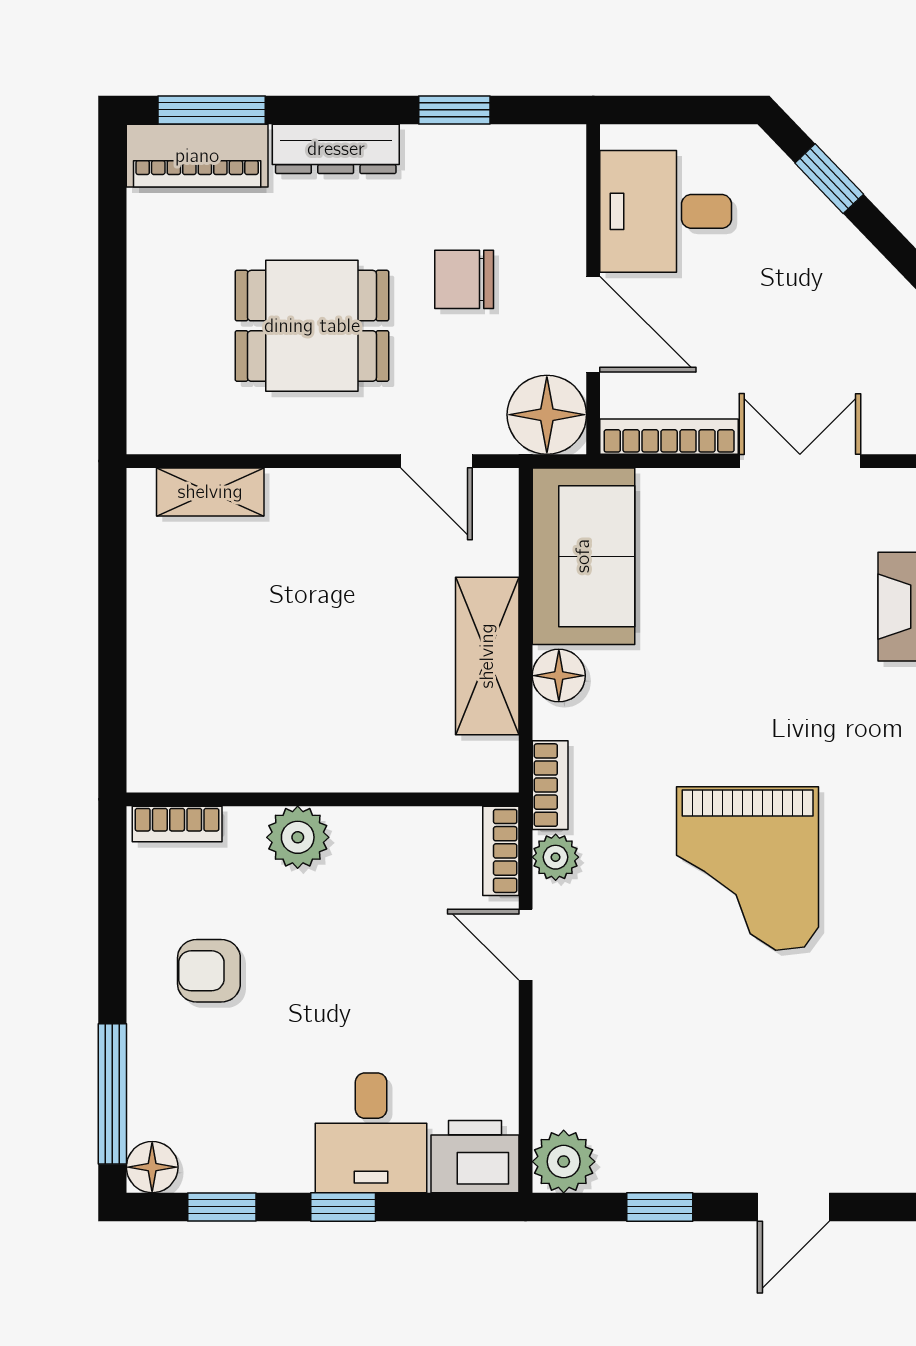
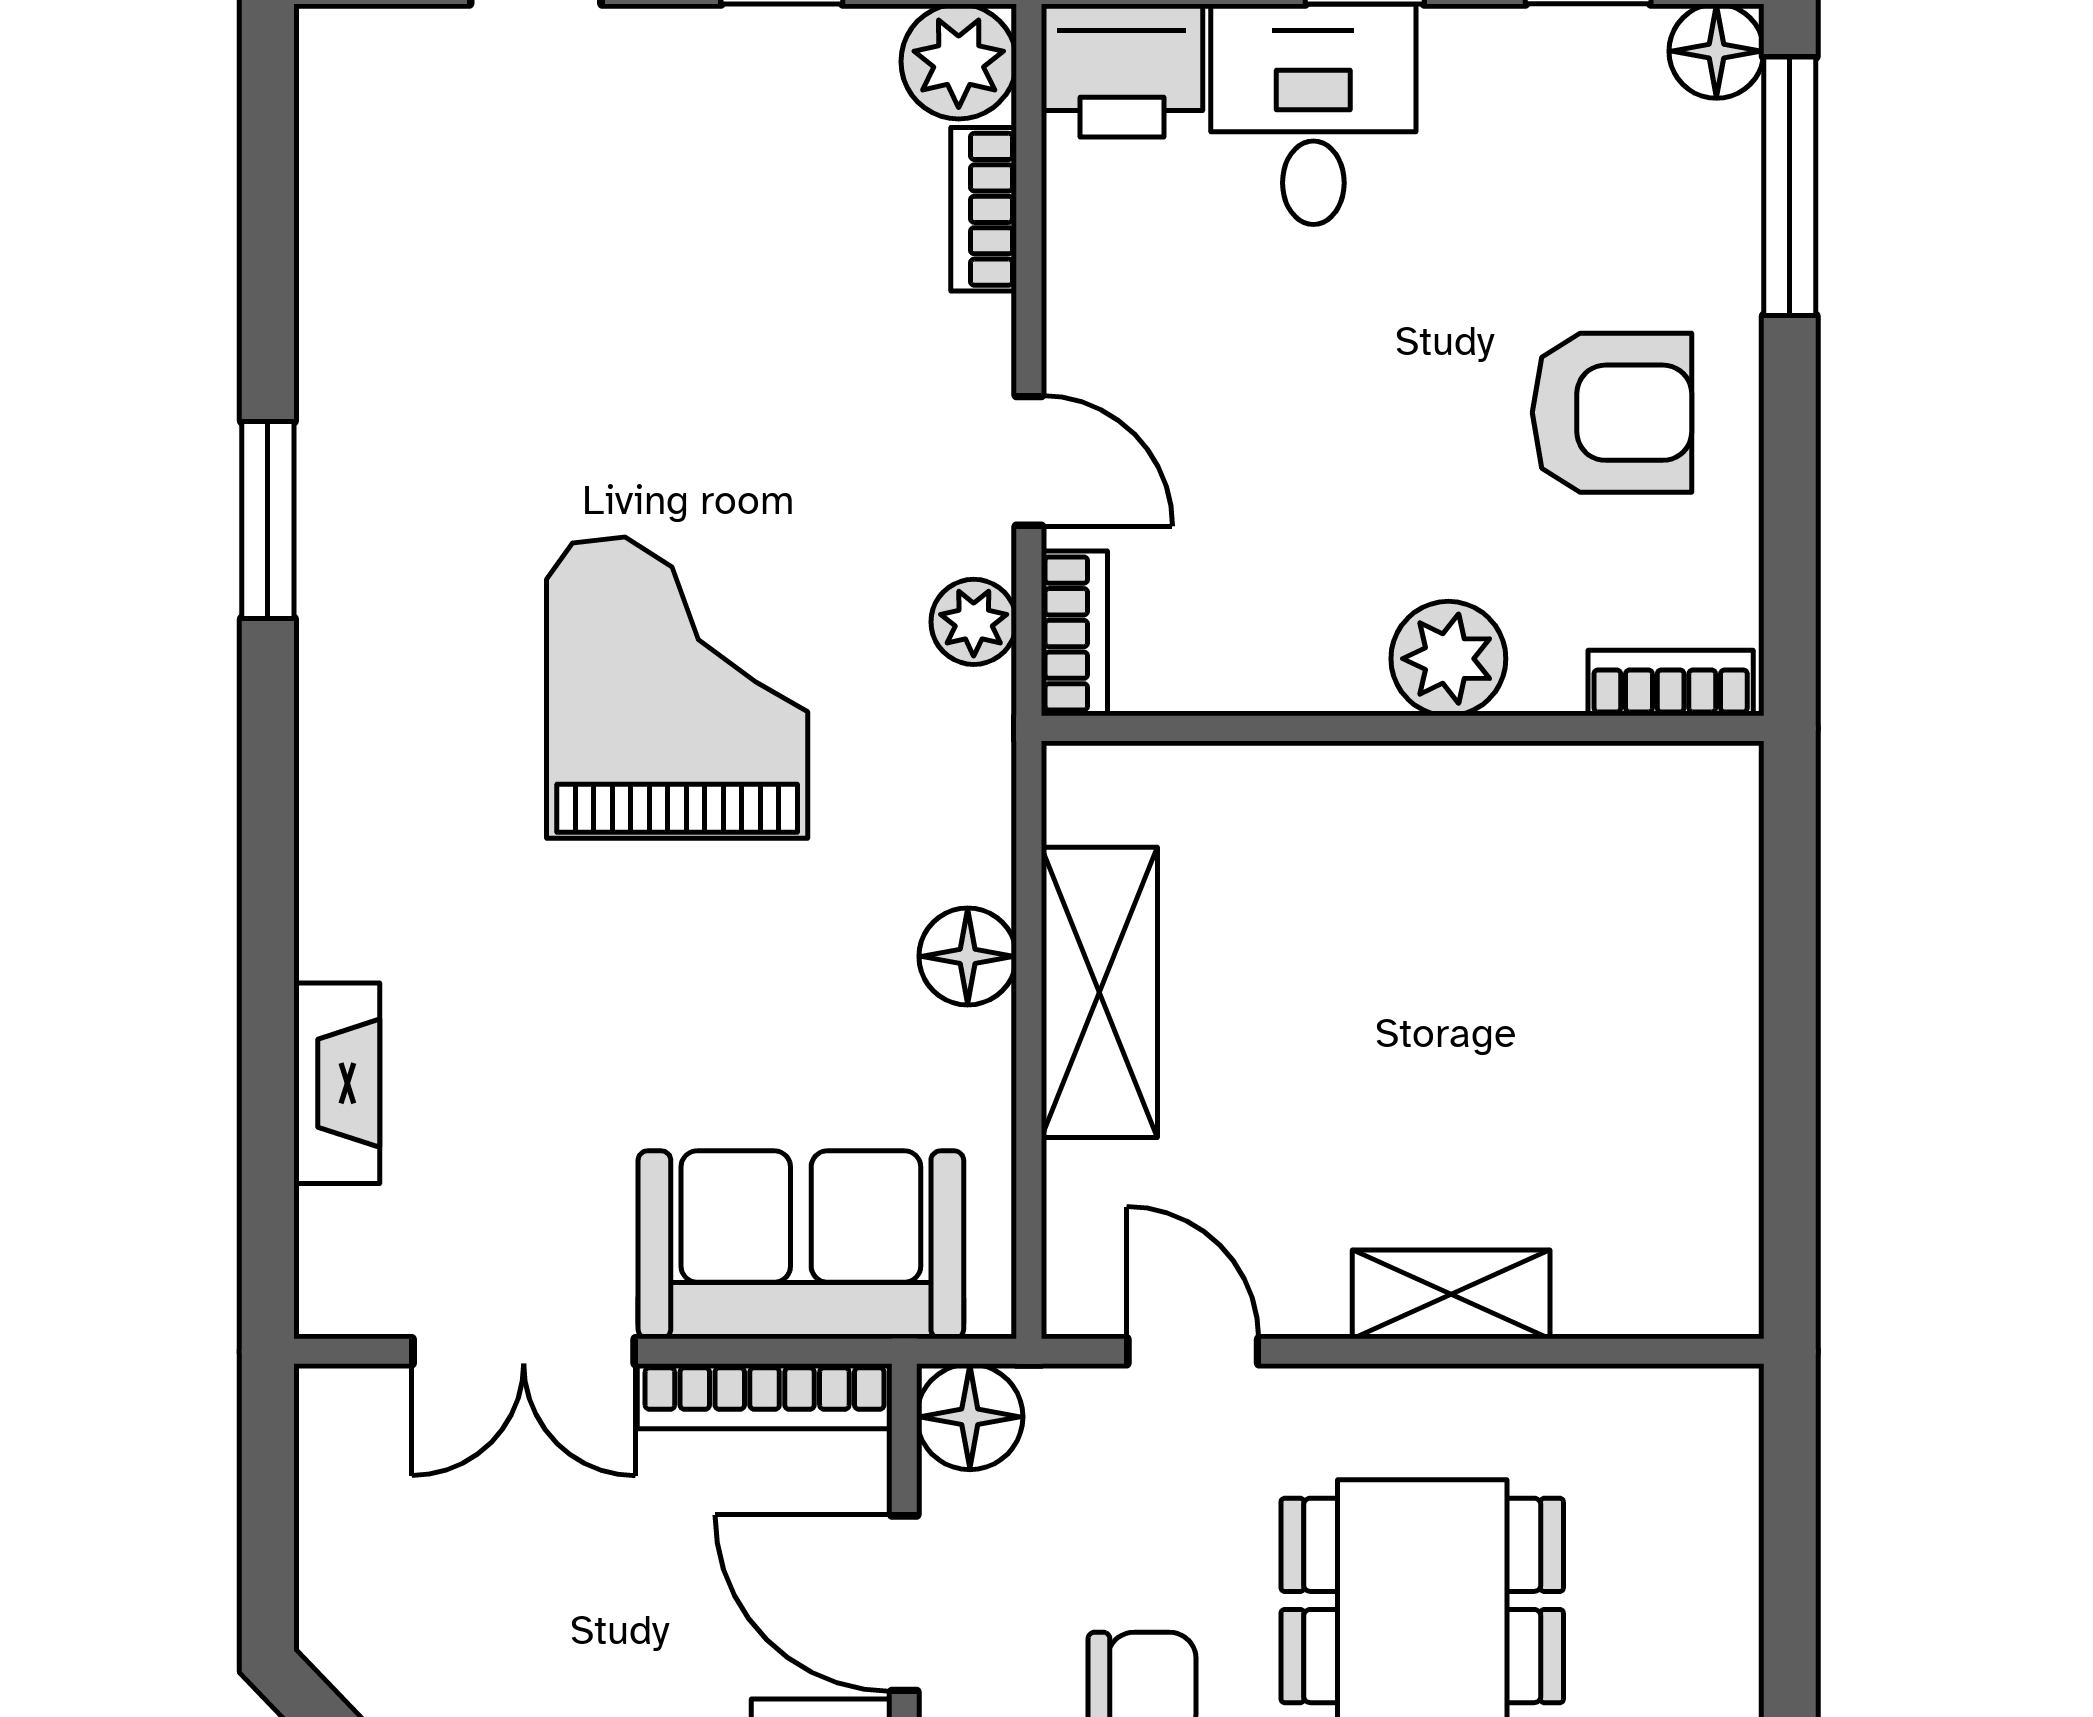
floor lamp: (547, 415) -> (970, 1417), width x0.73, depth x0.73
shelving: (210, 492) -> (1451, 1294), moved
sofa: (583, 556) -> (801, 1245), moved, turned 90
bookcase: (550, 785) -> (984, 209), moved
grand piano: (748, 868) -> (677, 688), moved
armchair: (209, 971) -> (1612, 413), width x1.38, depth x1.38

